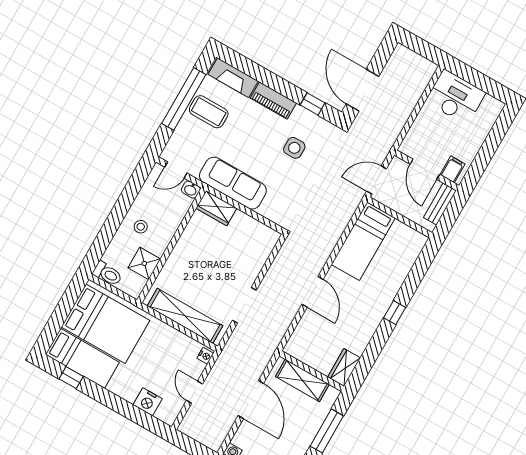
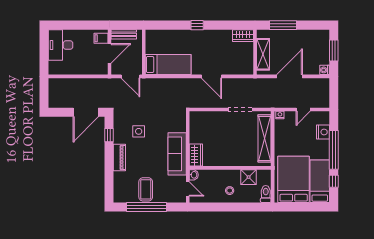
fireplace: (233, 78) -> (119, 187), removed
desk: (456, 97) -> (61, 45), moved
door: (313, 292) -> (212, 76), swing flipped
window: (114, 402) -> (334, 150), added

